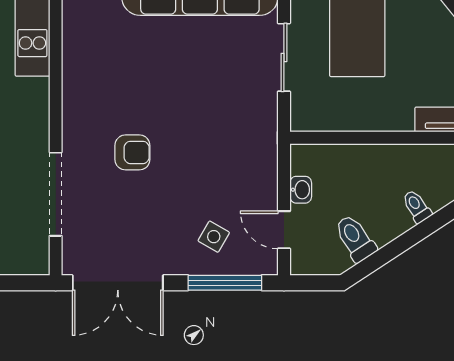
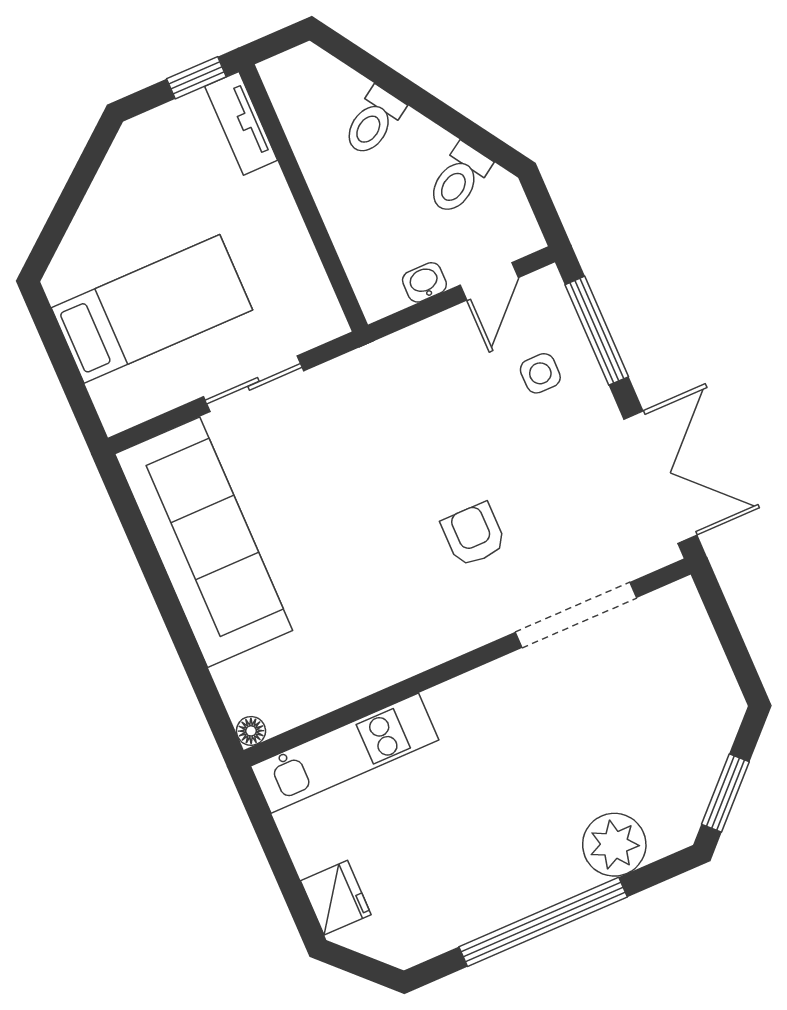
toilet: (417, 206) -> (373, 121), width x1.37, depth x1.39
side table: (214, 237) -> (540, 373), turned -30

